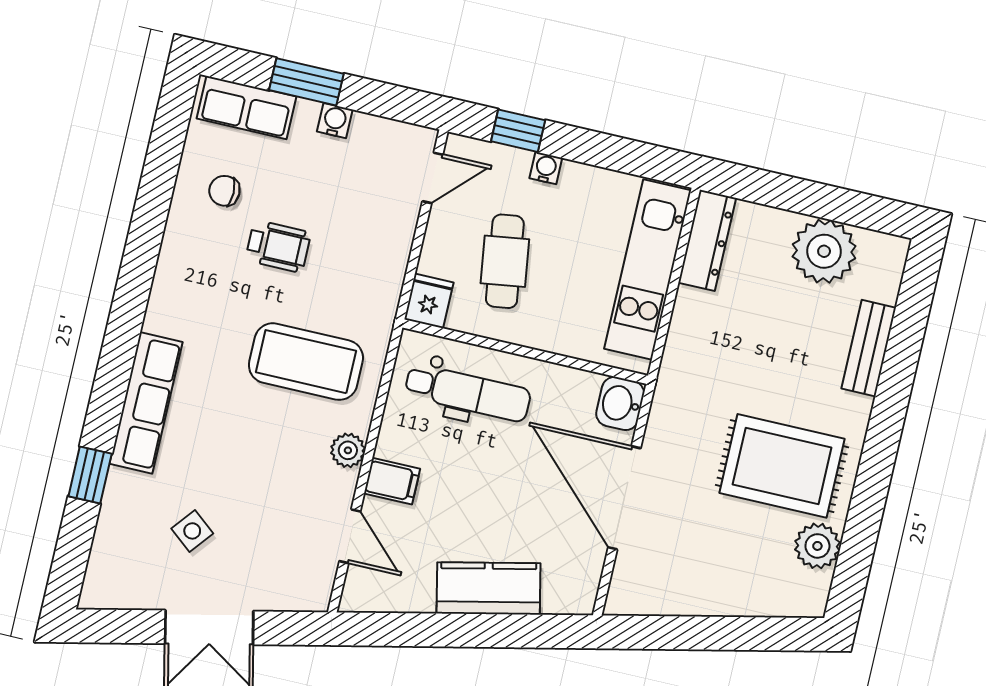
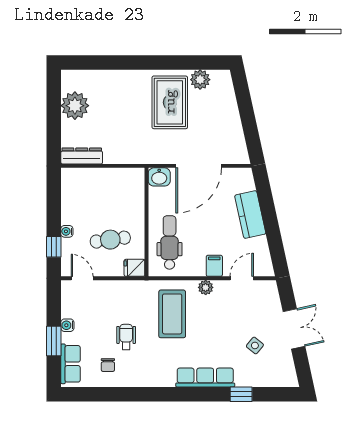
kitchen unit: (648, 270) -> (100, 178), removed
bench: (869, 348) -> (111, 77), removed

